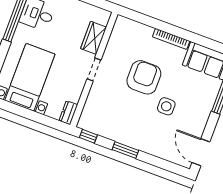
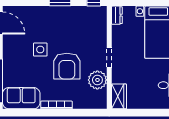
wardrobe: (94, 38) -> (119, 96), moved
plant: (116, 50) -> (97, 80), added

